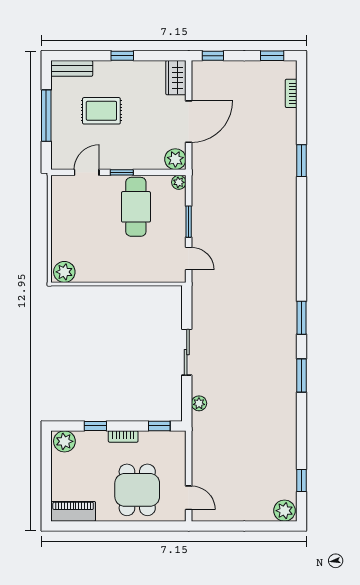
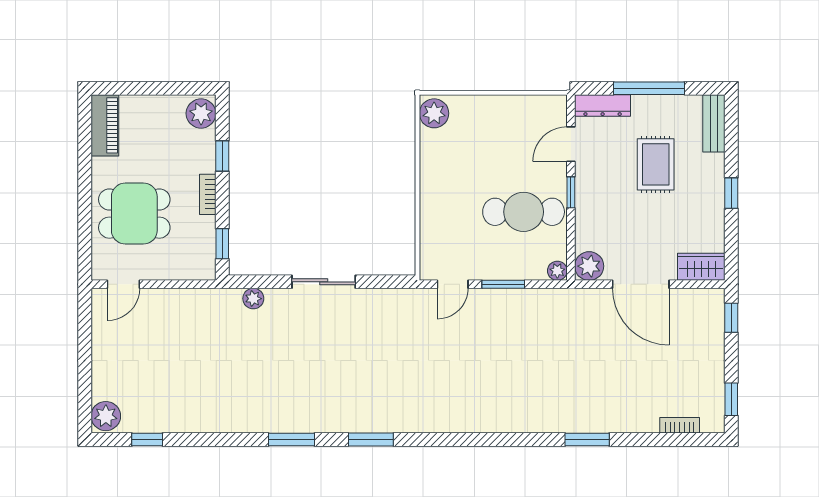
dresser: (59, 149) -> (603, 106), added
door: (87, 172) -> (571, 144), swing flipped

